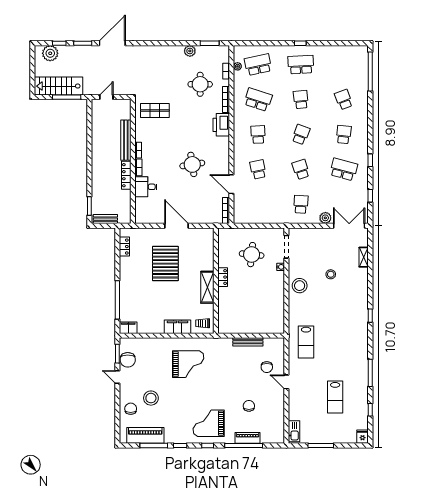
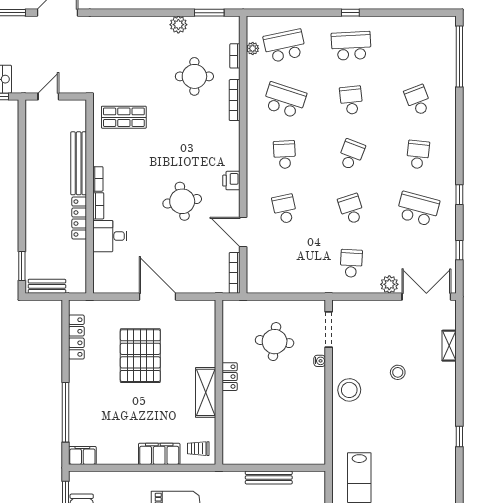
printer: (221, 125) -> (231, 181), moved, width x0.53, depth x0.68
locker: (124, 247) -> (76, 337), width x1.53

